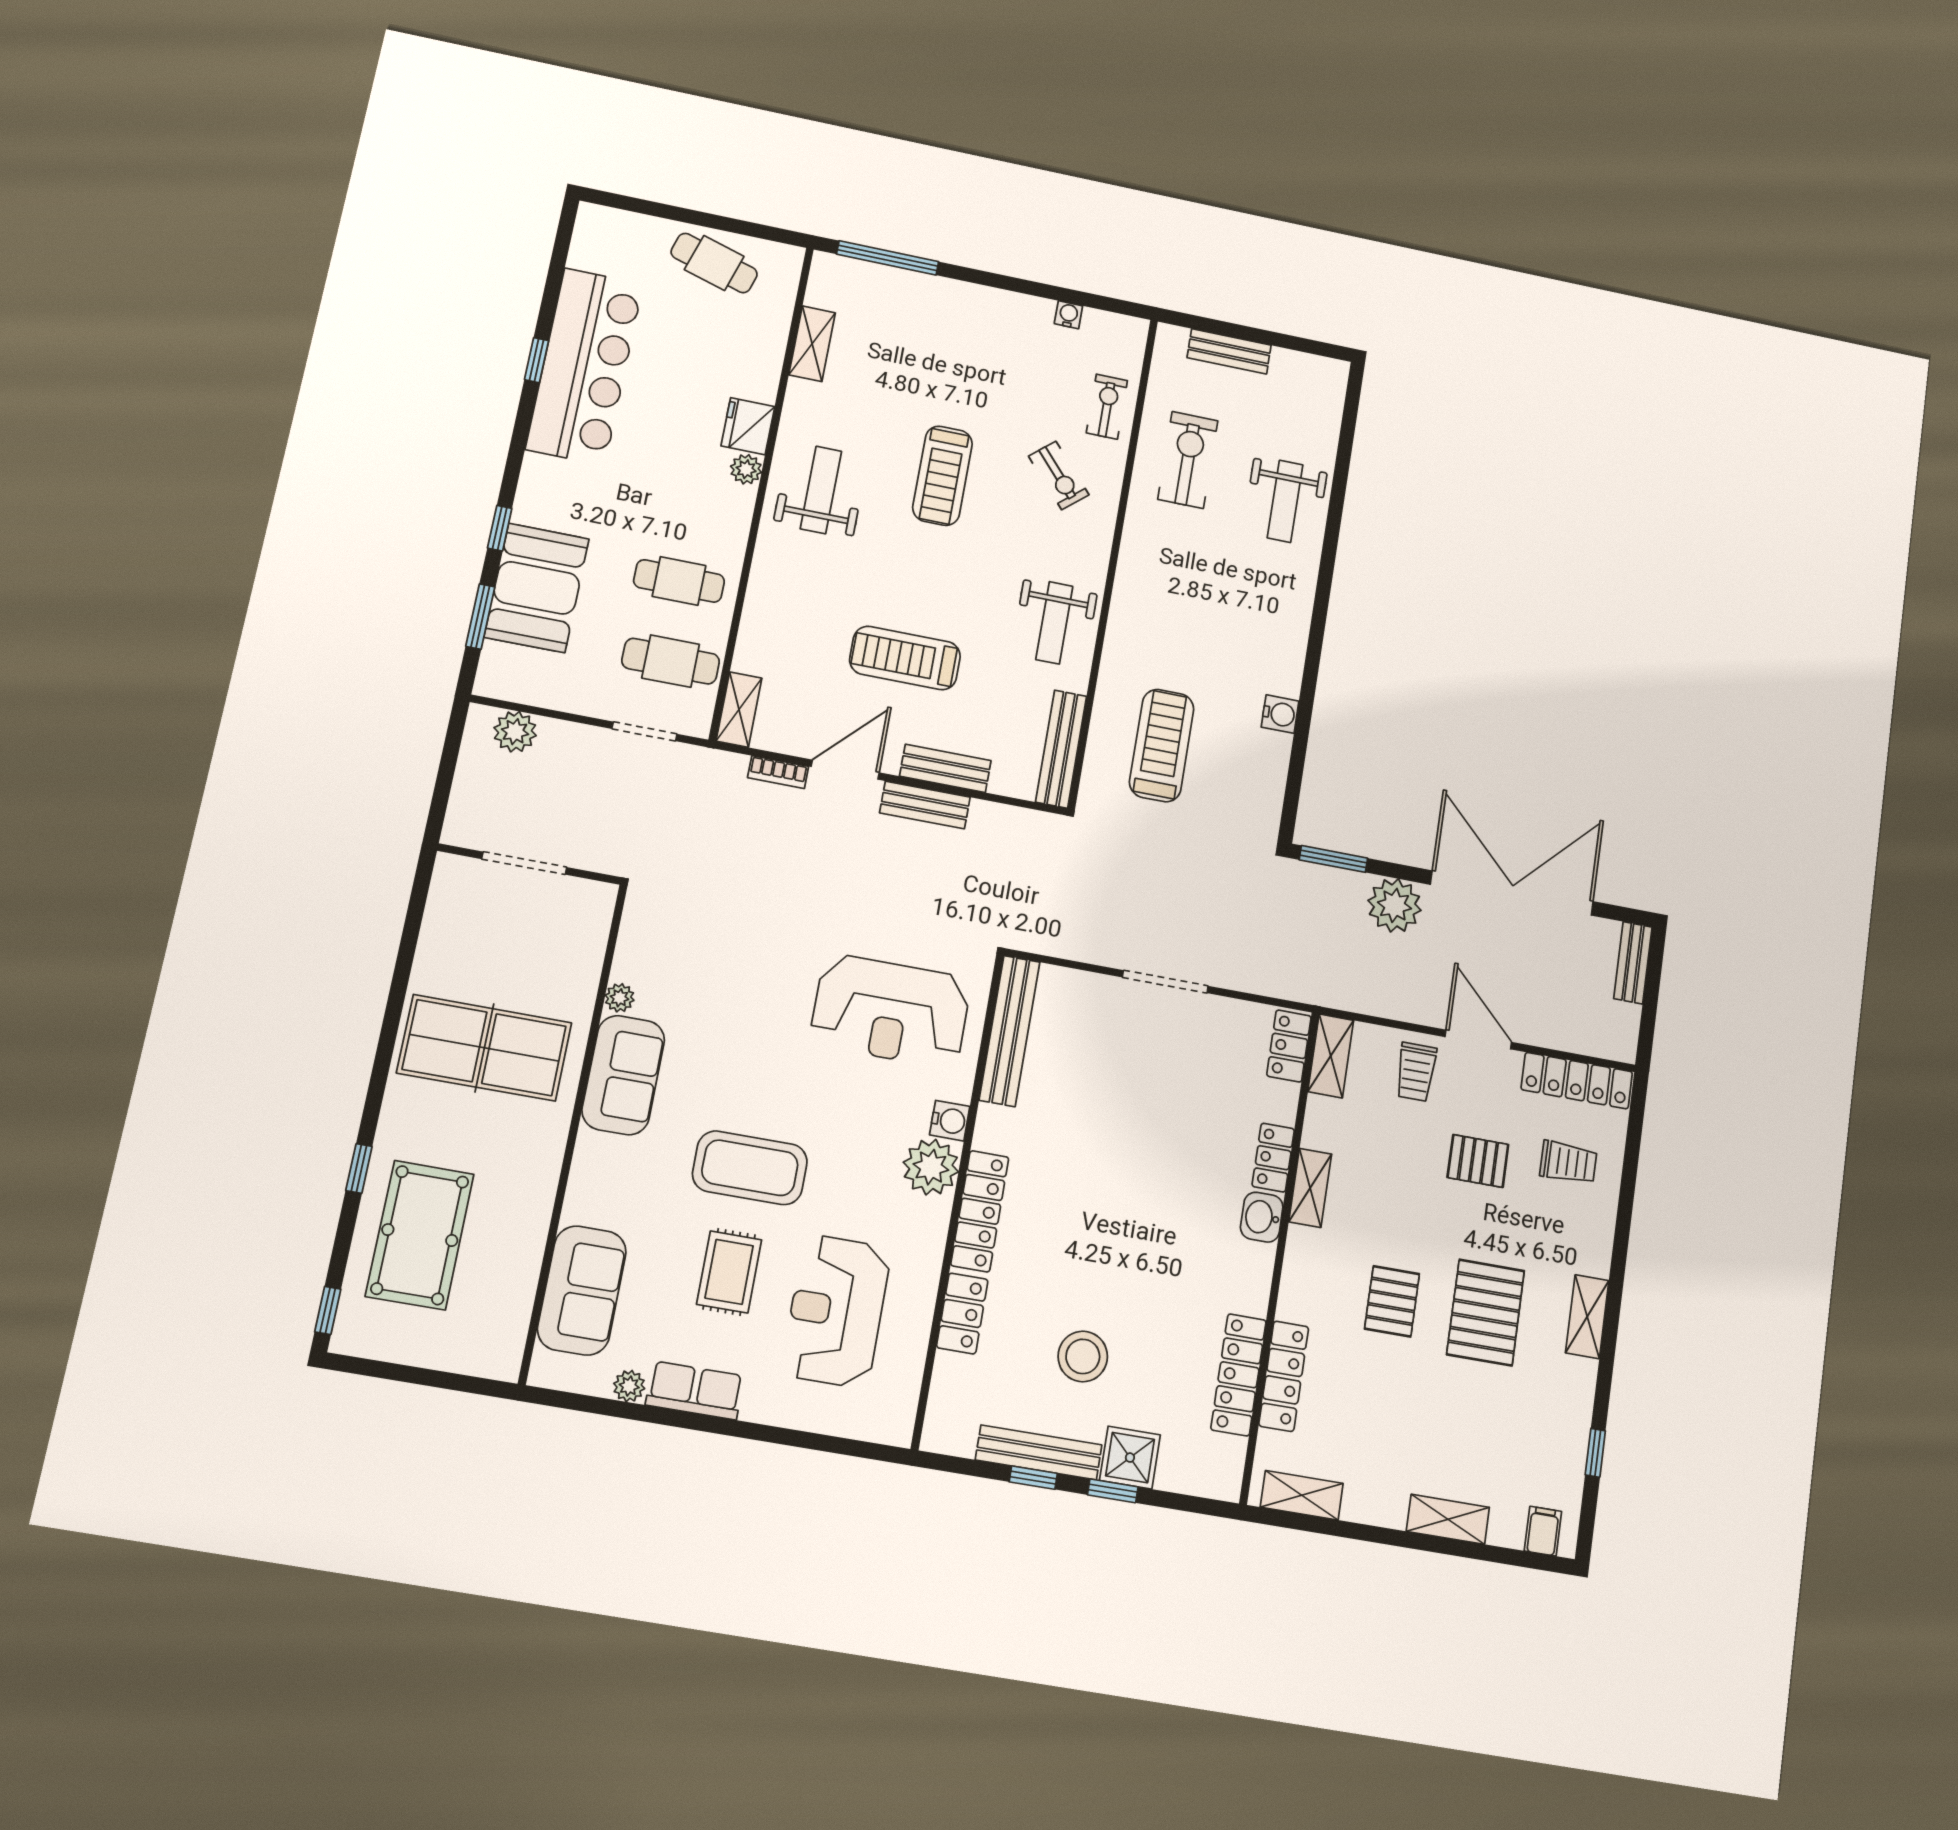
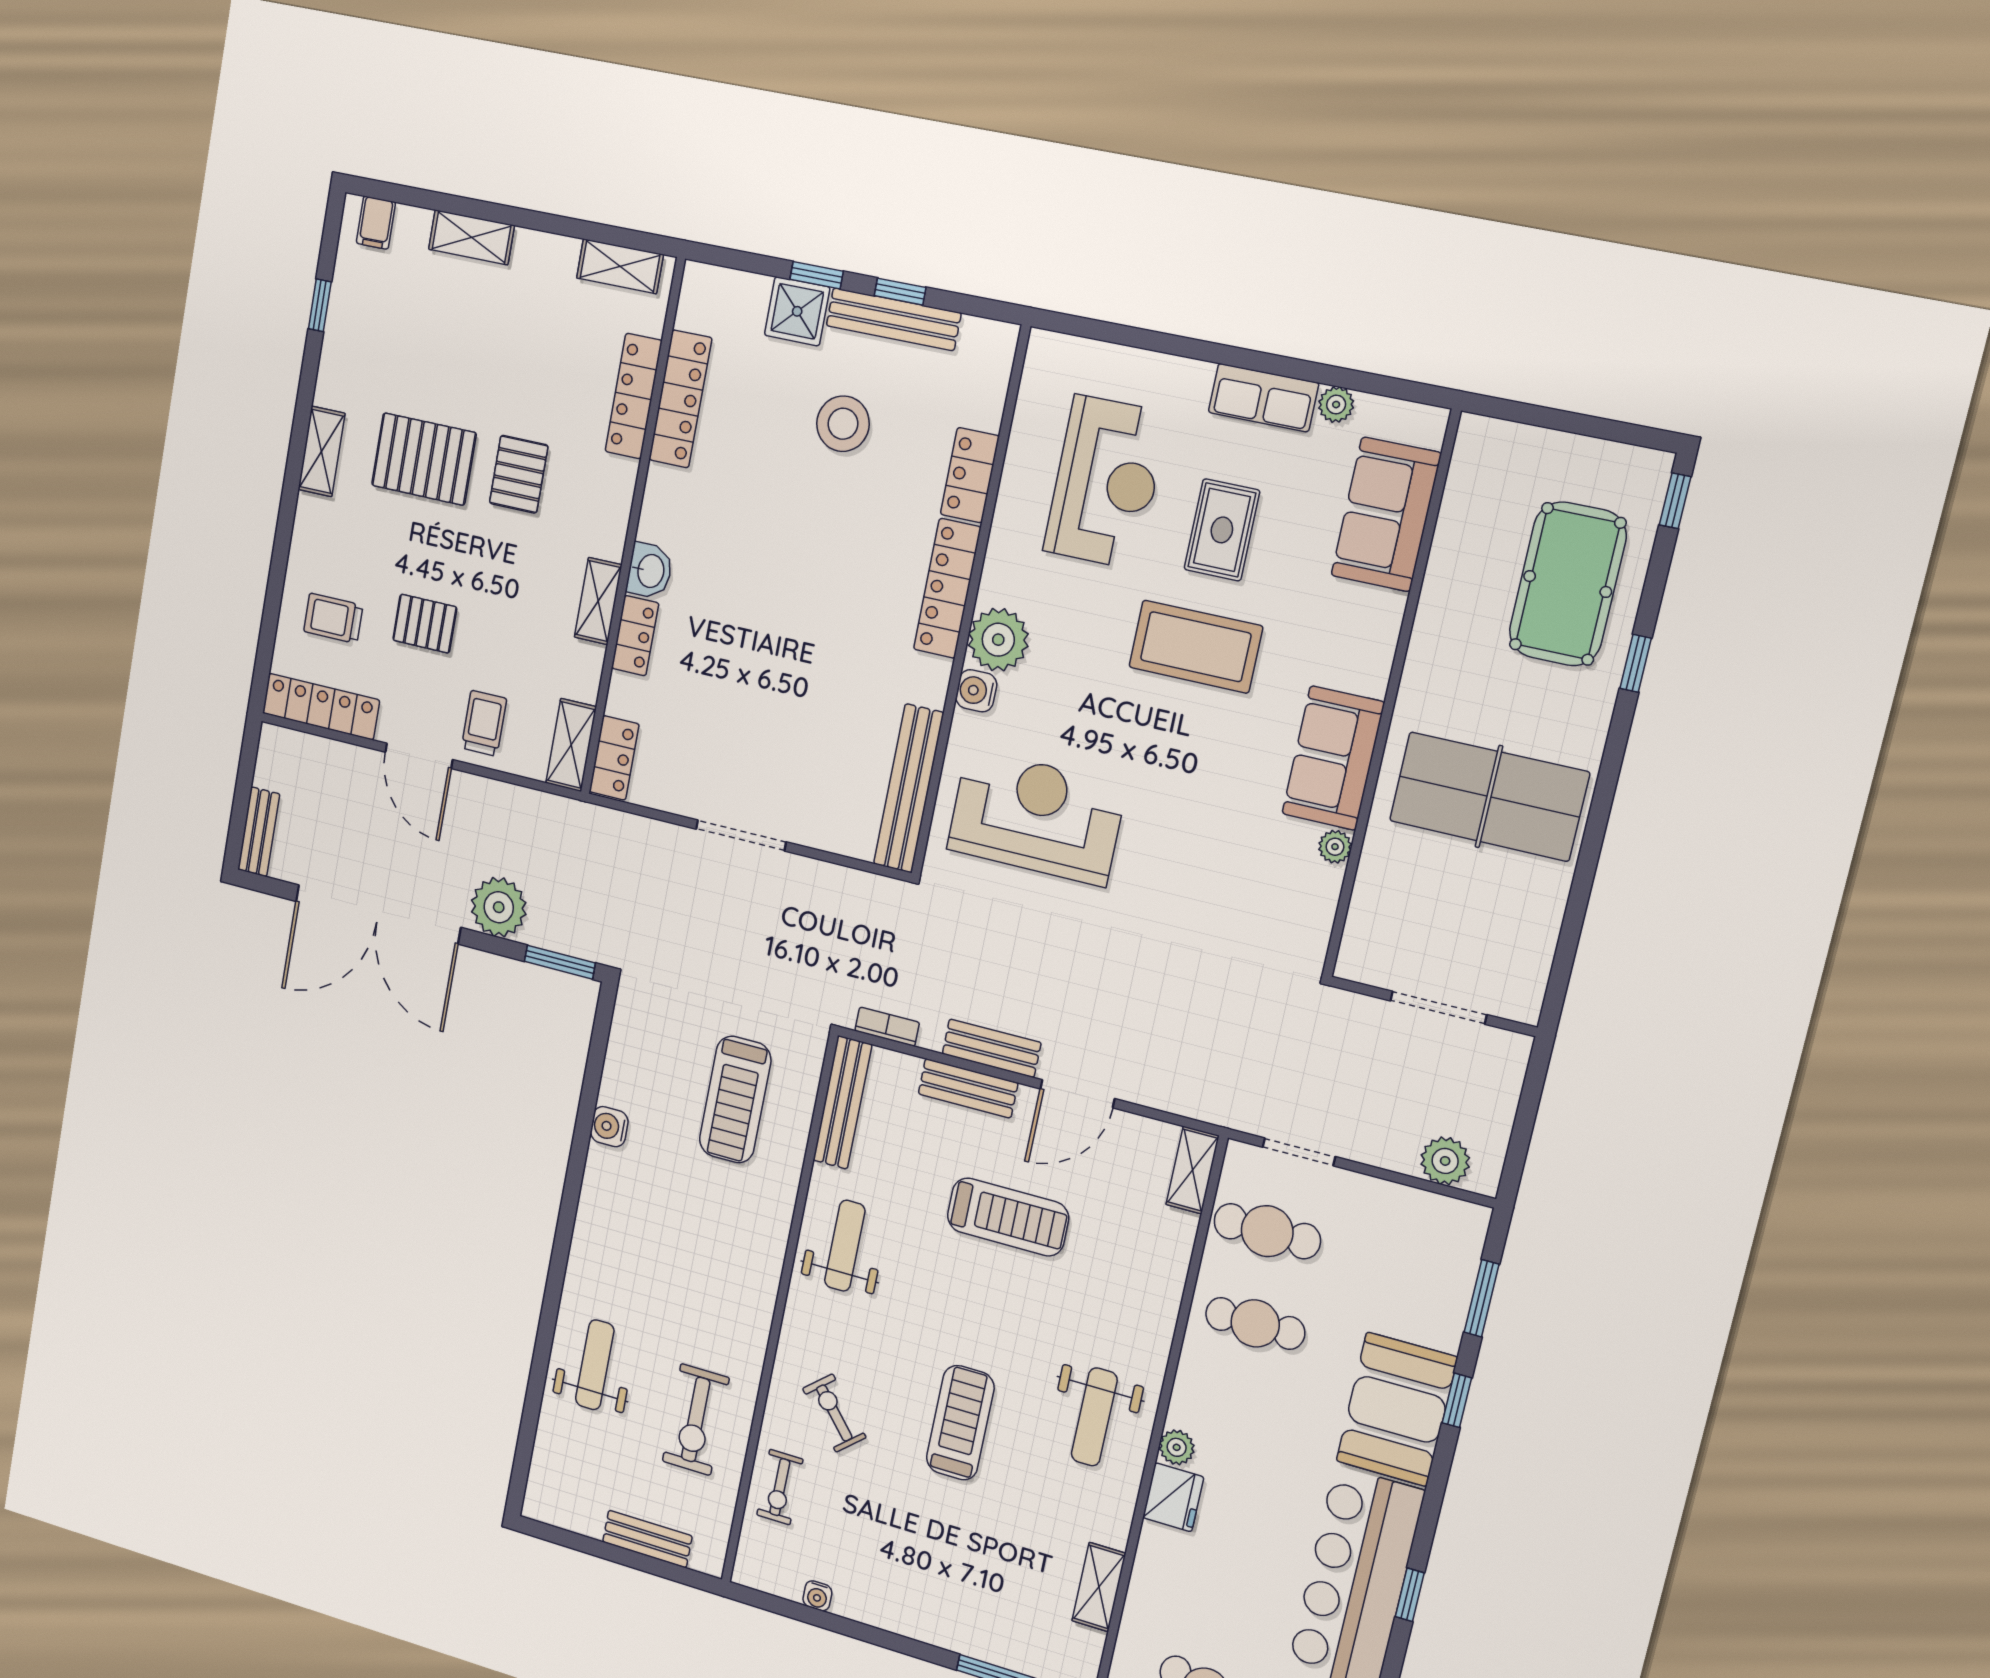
booth: (537, 588) -> (1397, 1409), moved
bookcase: (778, 772) -> (887, 1027), moved
pallet: (1486, 1313) -> (424, 459), turned 90

